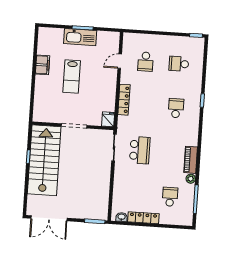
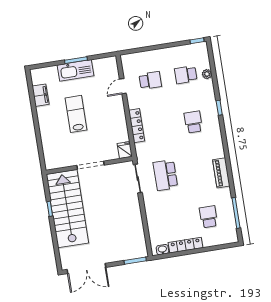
school desk: (146, 62) -> (150, 80), turned -90
filing cabinet: (43, 65) -> (40, 95), moved
lab bench: (72, 76) -> (76, 114), turned 180
school desk: (140, 150) -> (165, 175), turned 180
plant: (191, 179) -> (207, 74), moved

